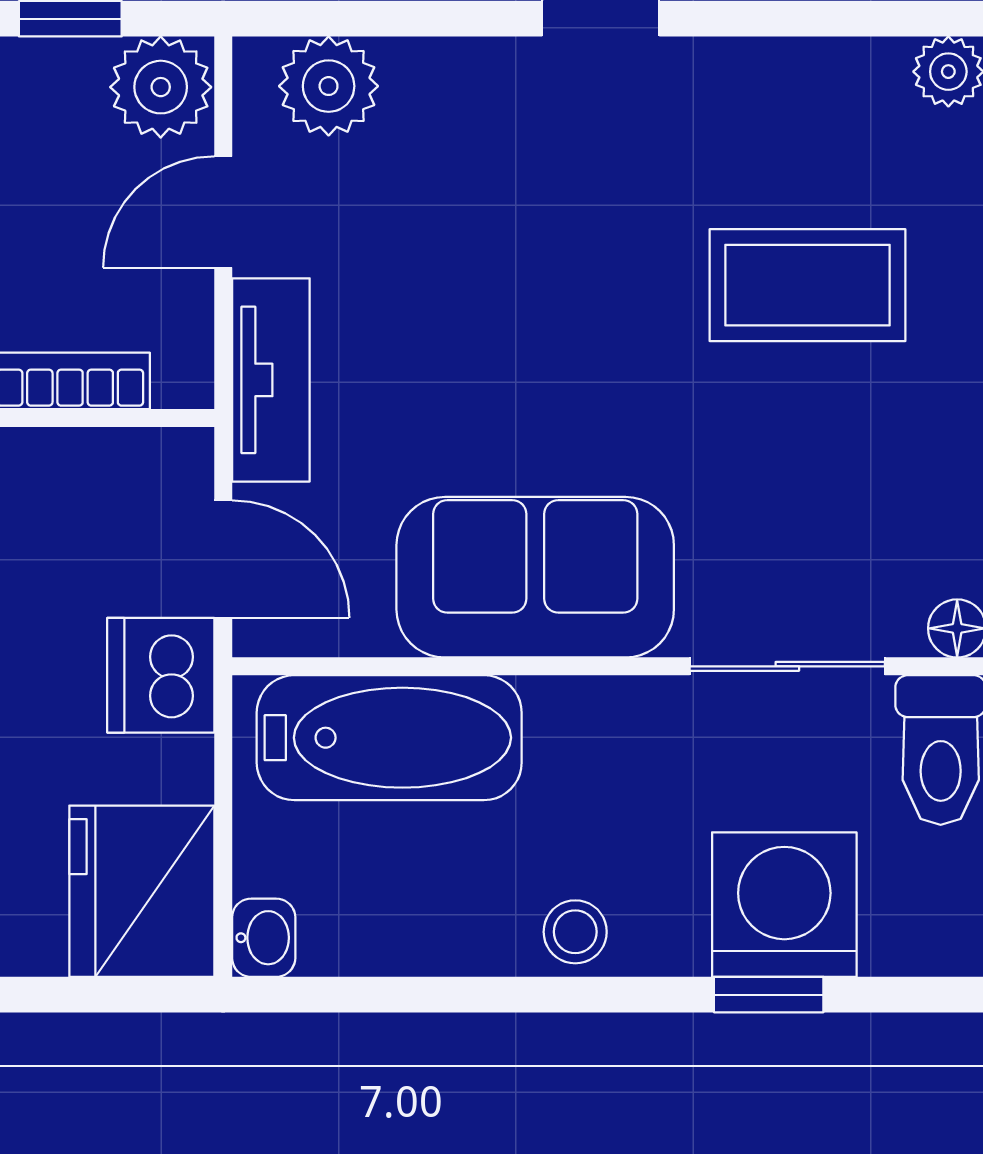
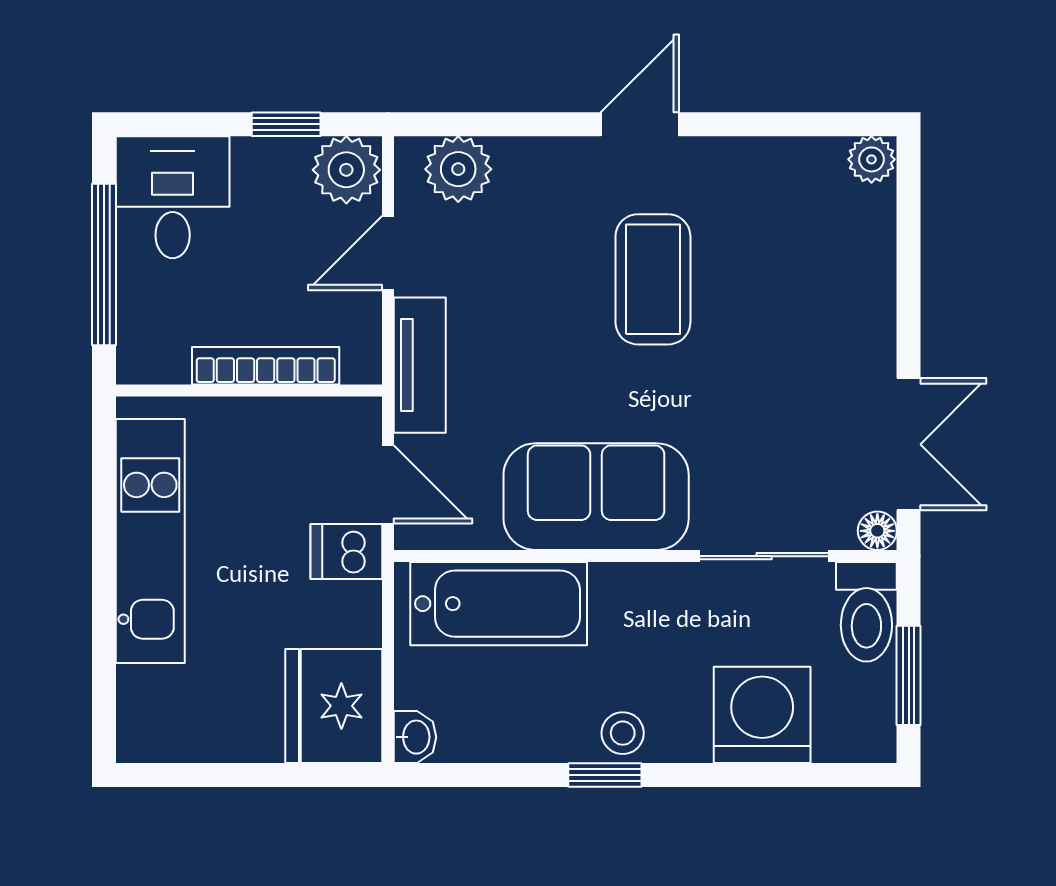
coffee table: (807, 285) -> (653, 279), moved, turned 90
dishwasher: (161, 675) -> (346, 552), width x0.73
window: (769, 995) -> (605, 775), moved

